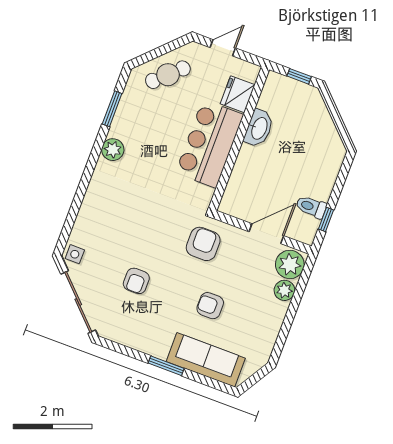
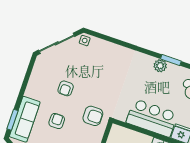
plant: (113, 150) -> (160, 66), moved
armchair: (136, 281) -> (66, 88), moved, turned -90
window: (166, 366) -> (12, 120), moved

